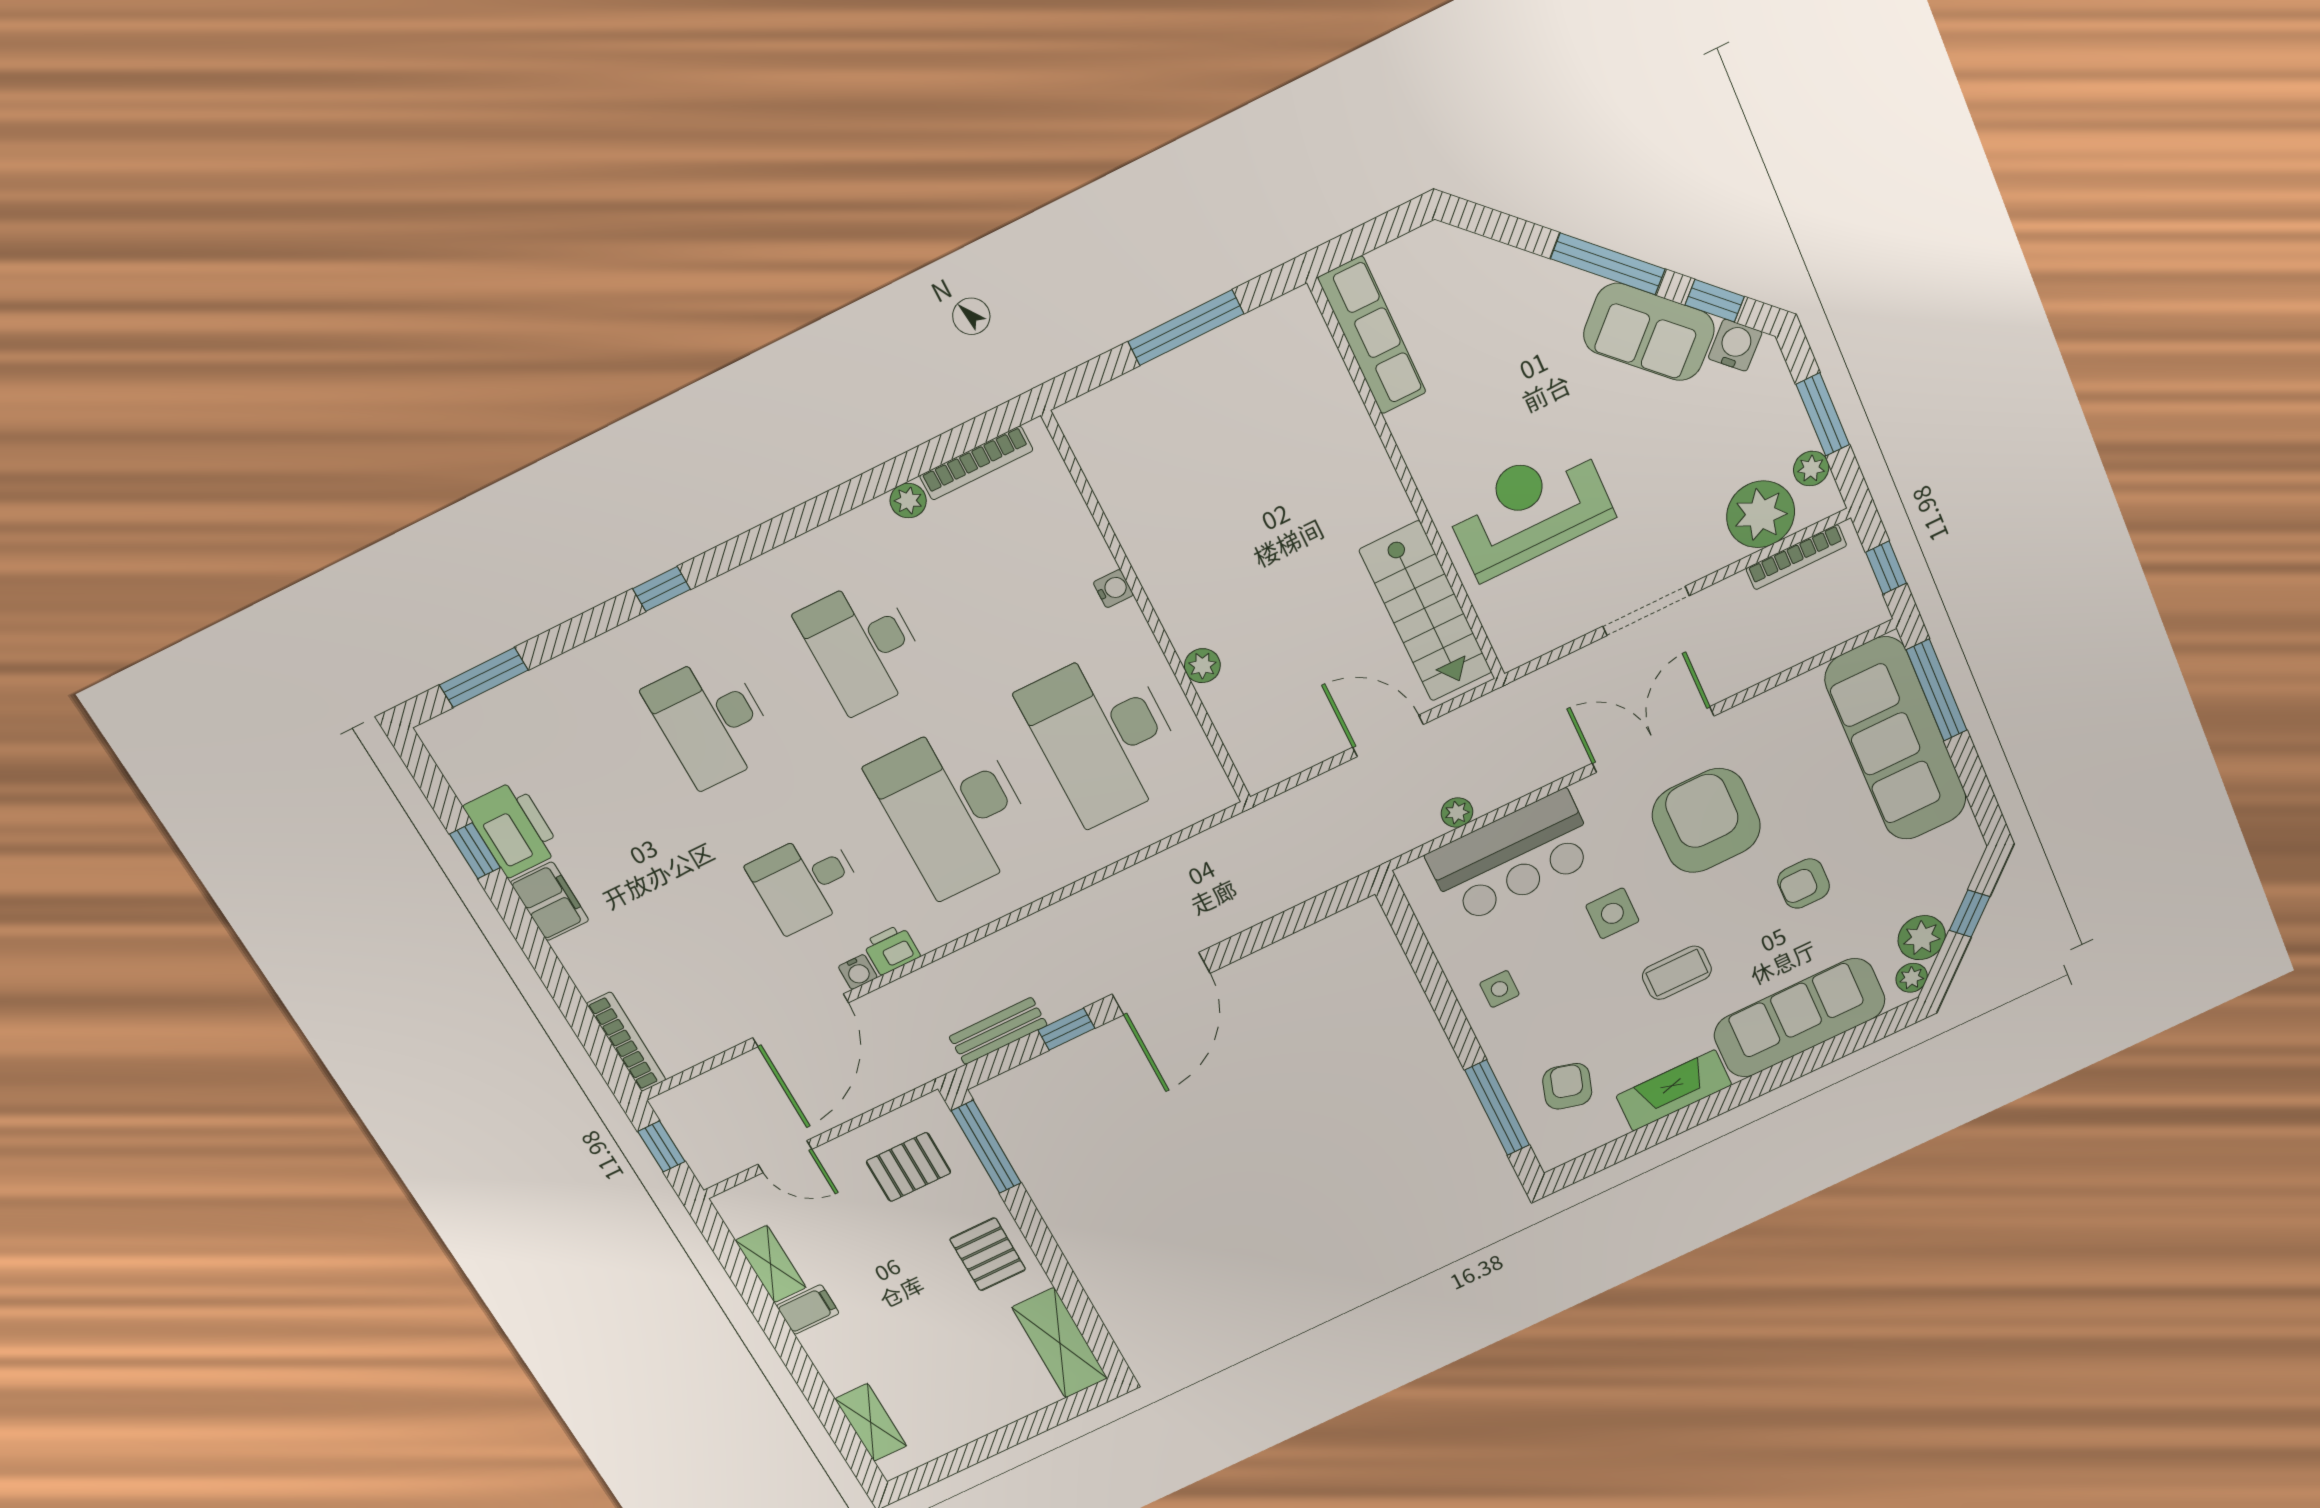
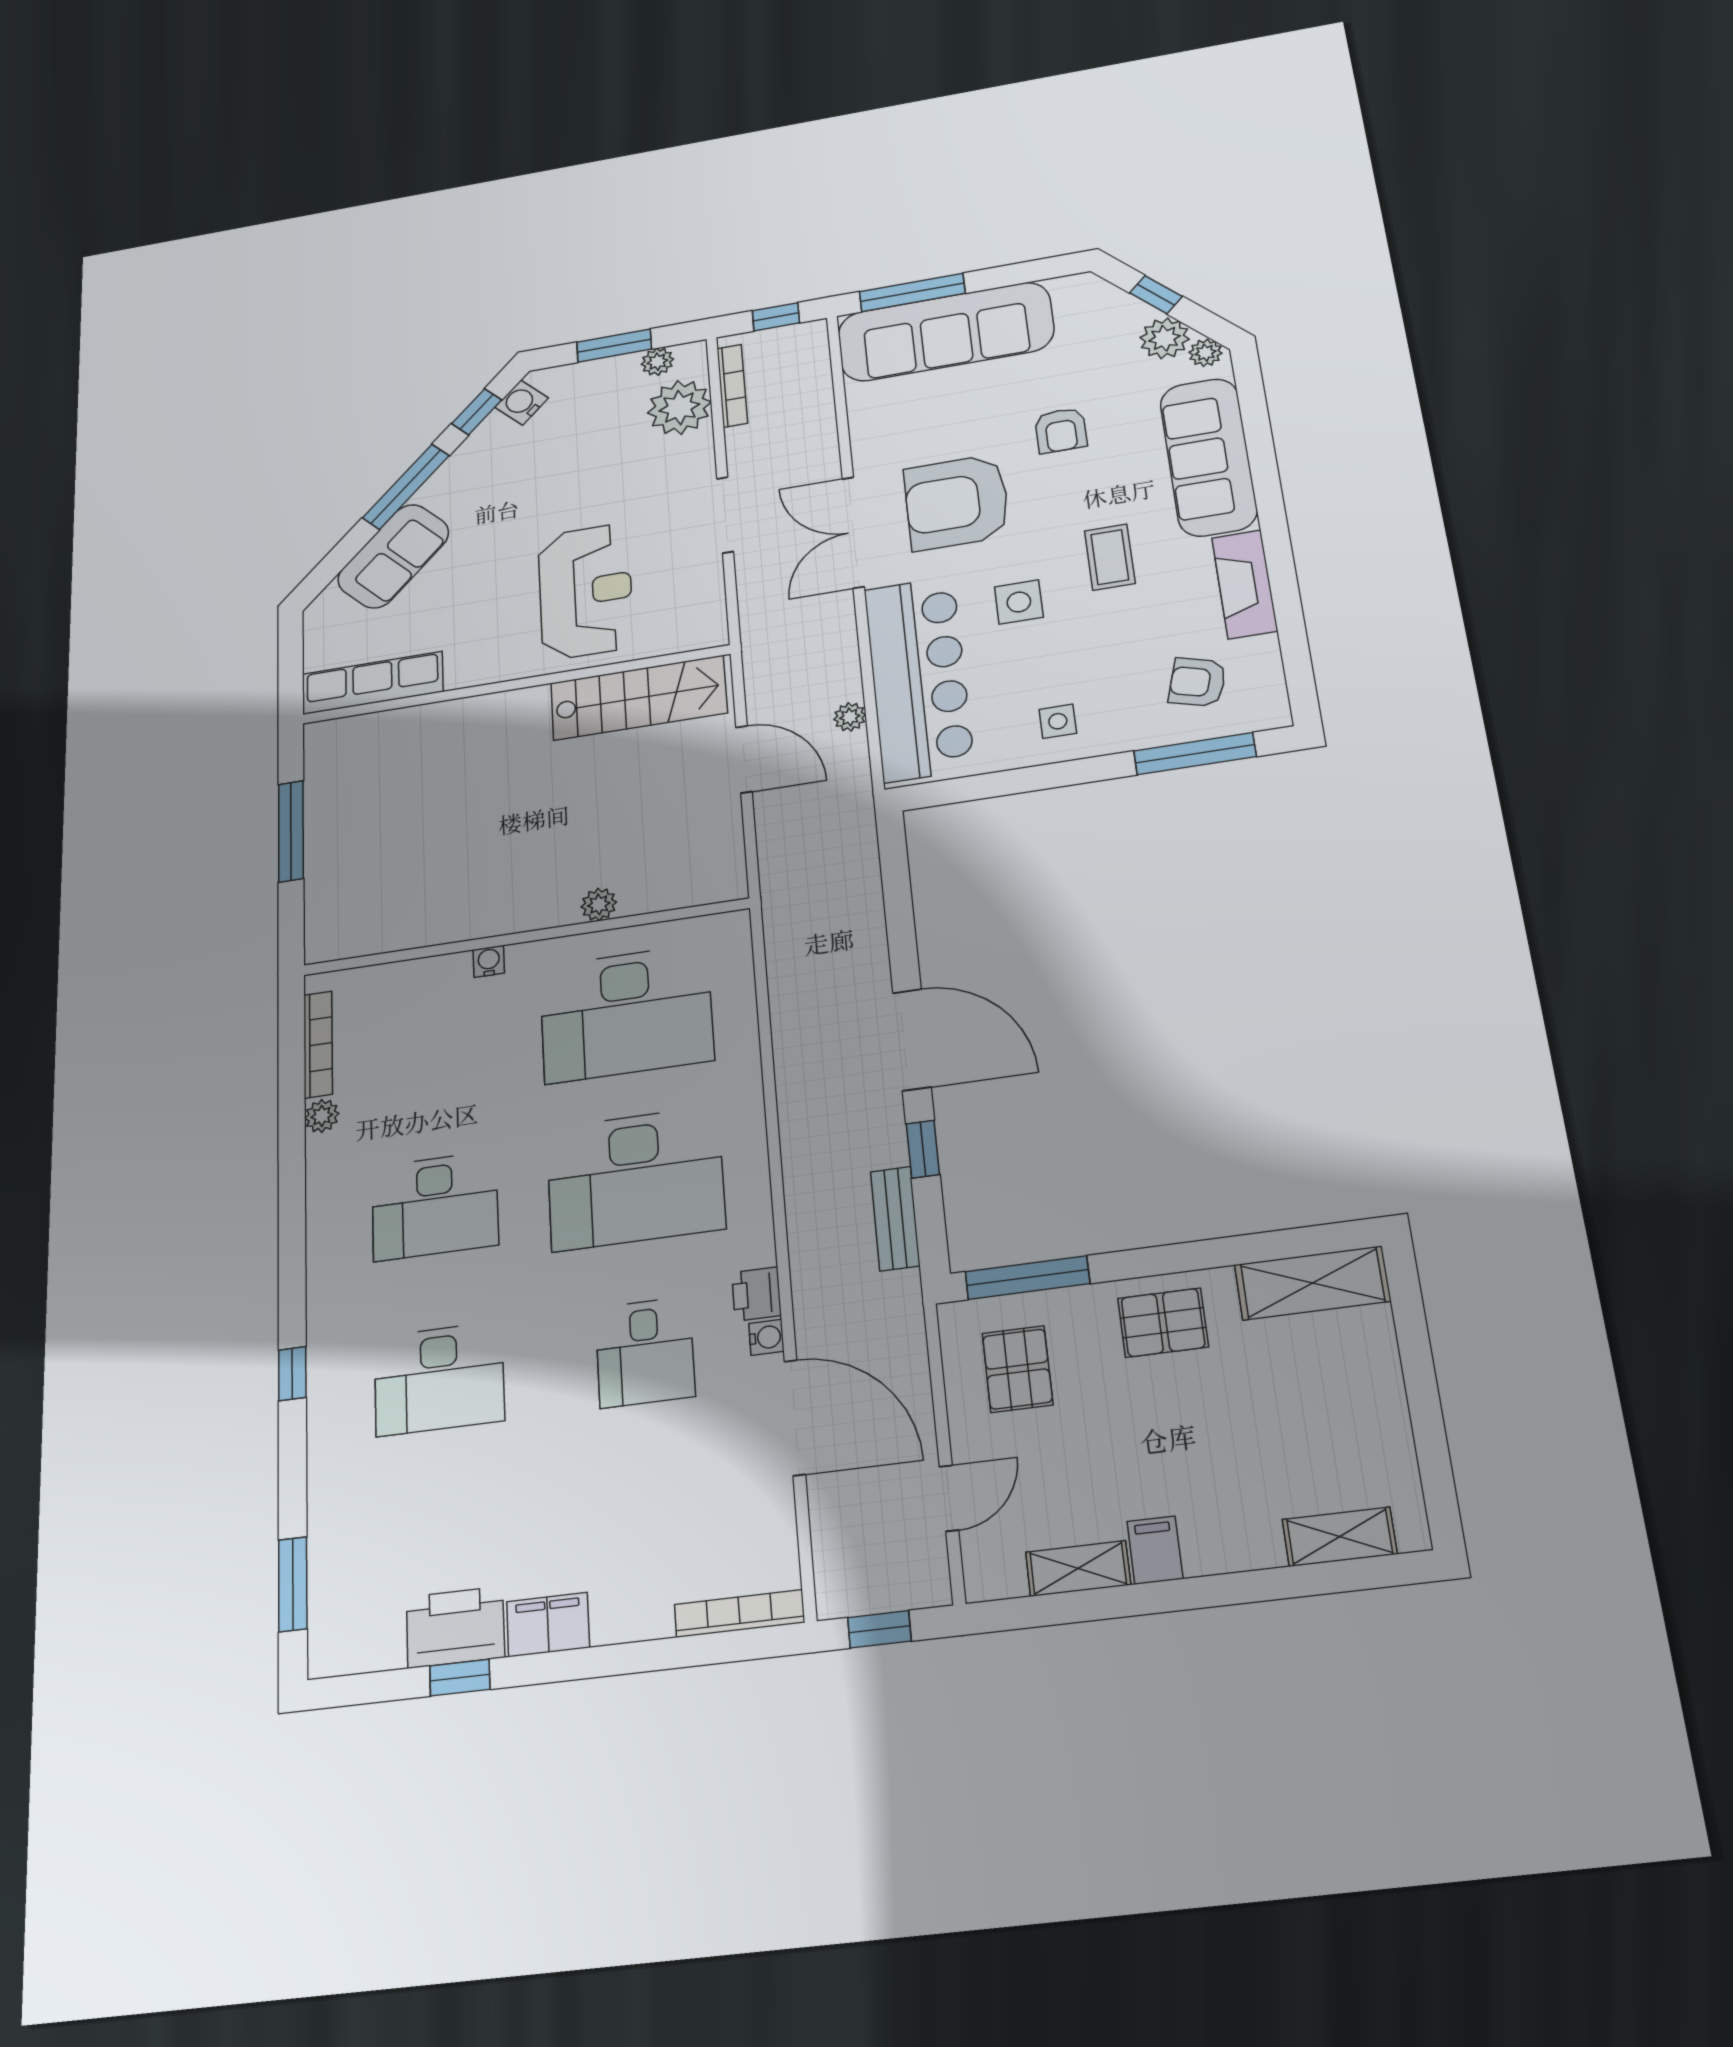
sofa: (1649, 332) -> (393, 556), moved
reception desk: (1529, 510) -> (586, 591), turned 180
door: (1388, 736) -> (744, 759), swing flipped
bar counter: (1512, 857) -> (919, 678), width x1.36

